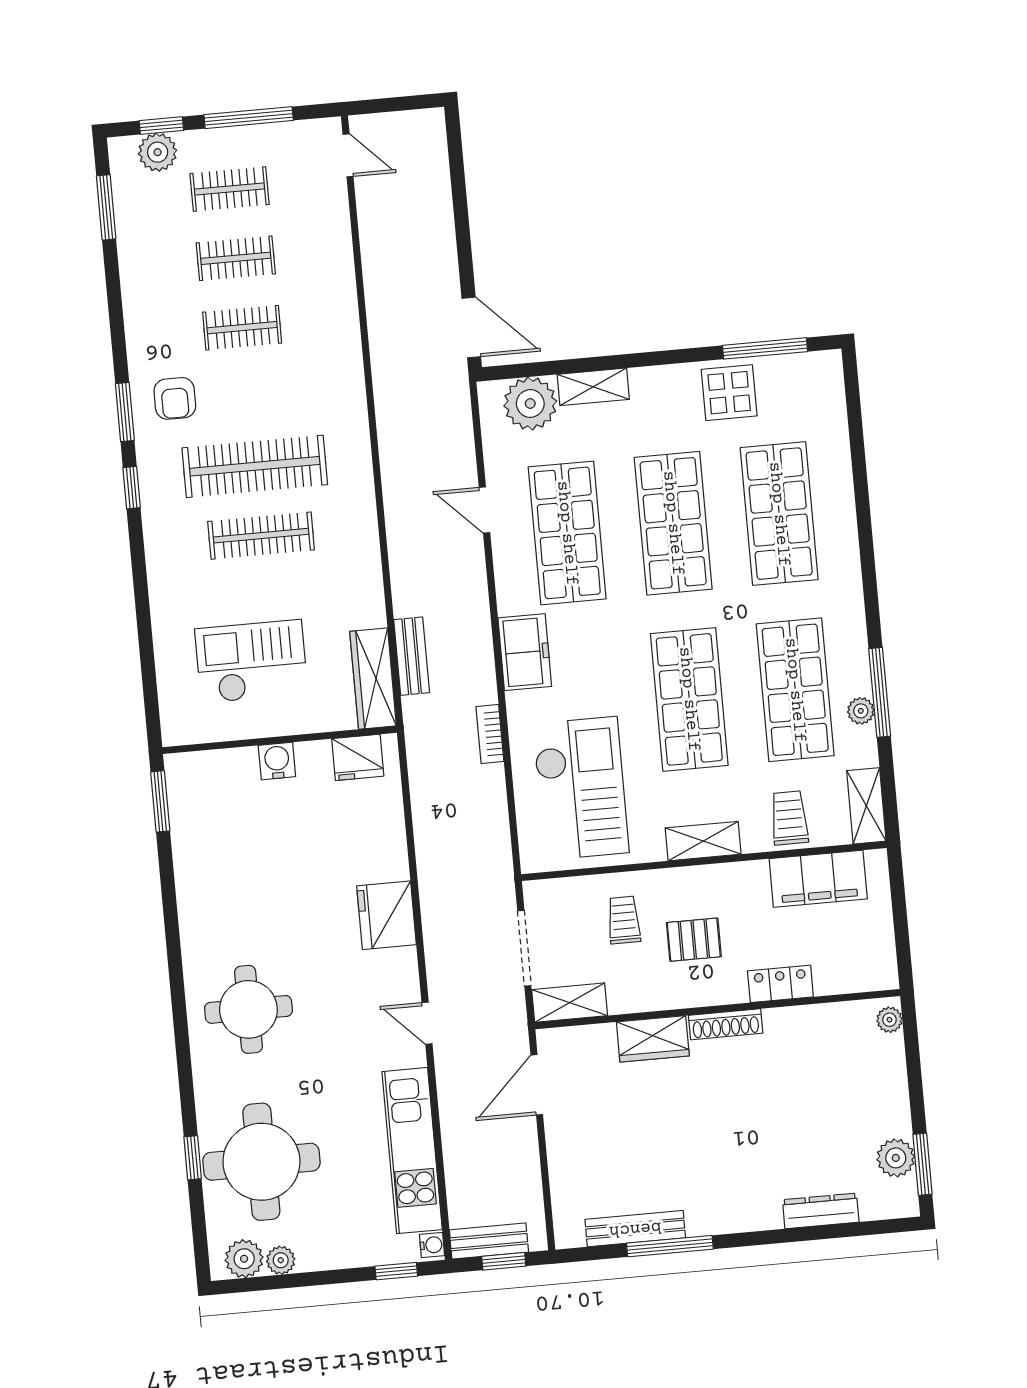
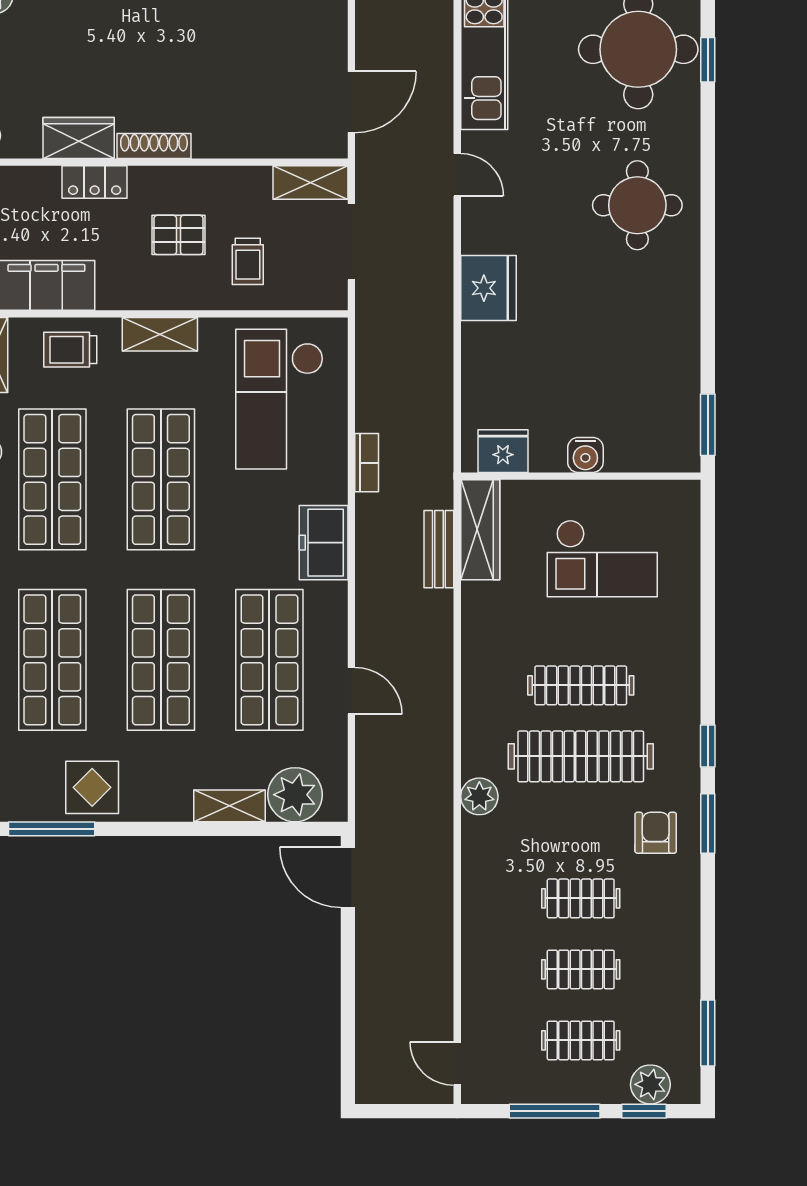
plant: (350, 418) -> (479, 796), added
trolley: (789, 818) -> (70, 350), turned 90
wardrobe: (653, 1039) -> (79, 138), moved

